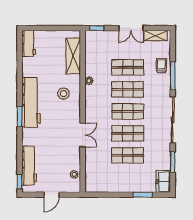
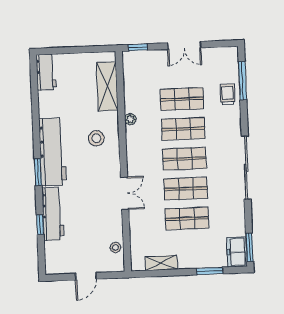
shelving: (155, 36) -> (161, 263), moved
window: (173, 76) -> (242, 81), moved
window: (173, 162) -> (249, 247), moved
workbench: (29, 166) -> (53, 214), moved
window: (20, 182) -> (40, 225), moved

